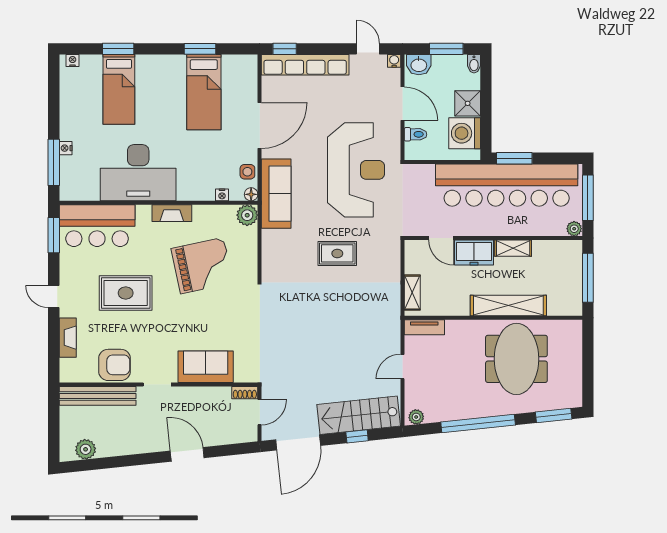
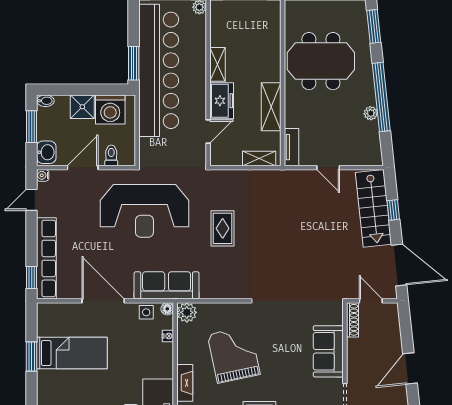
reception desk: (356, 170) -> (144, 211), turned 180
shelving: (508, 306) -> (271, 107), moved, width x0.68
shoe rack: (245, 393) -> (352, 320), width x1.43
plant: (416, 417) -> (371, 113), moved

